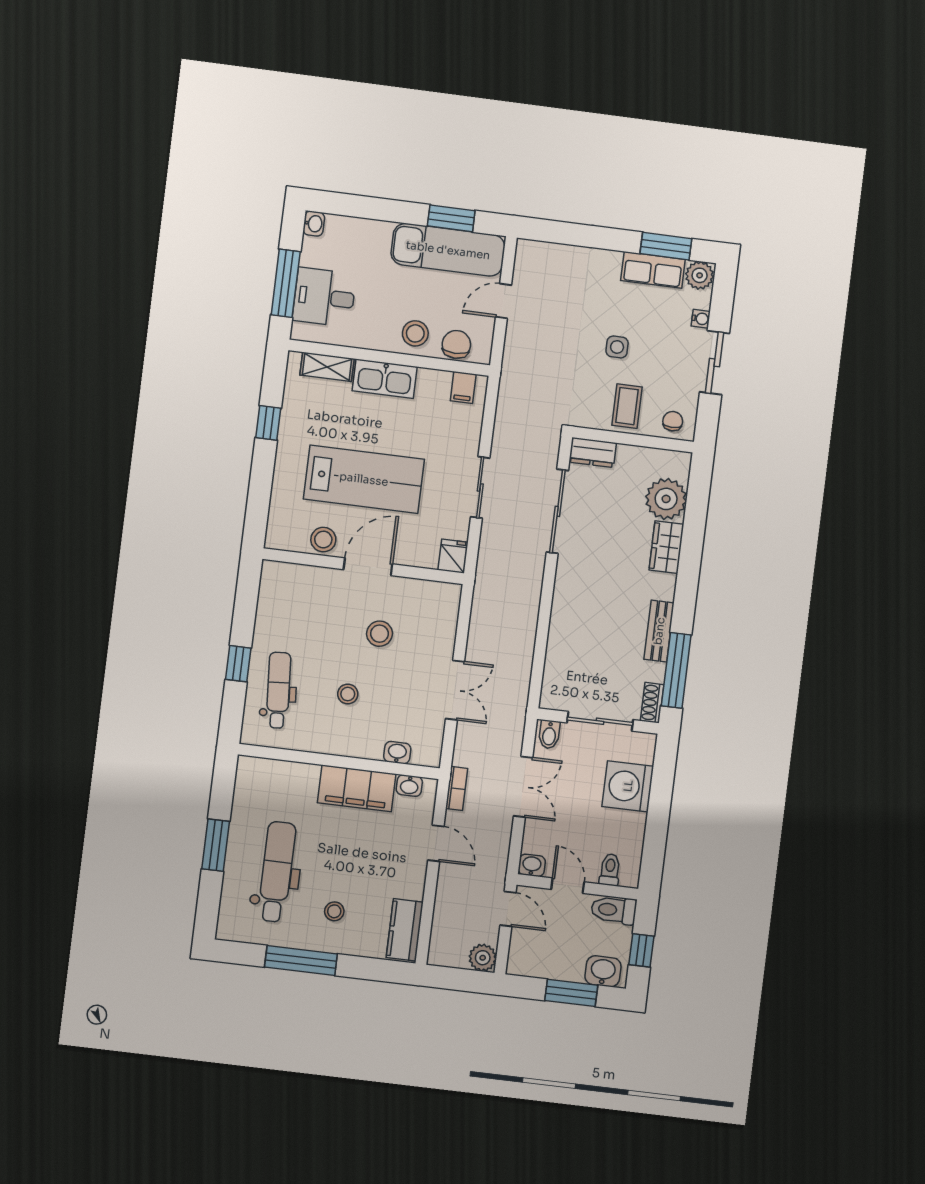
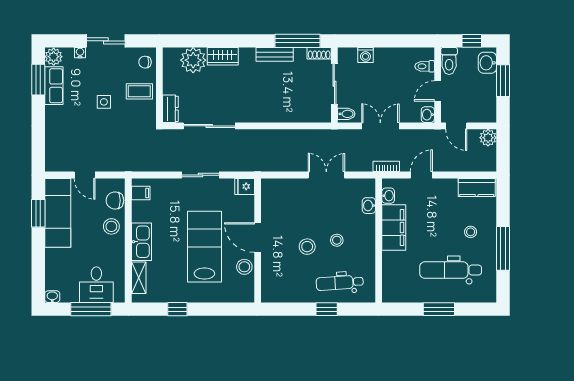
stool: (380, 634) -> (307, 247), moved
washing machine: (628, 786) -> (366, 55), width x0.53, depth x0.53
door: (508, 909) -> (456, 126), swing flipped

